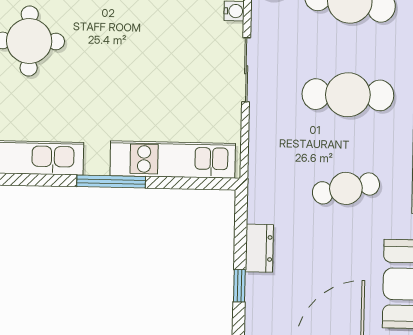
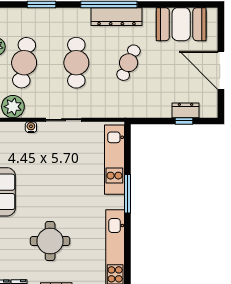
cafe table: (346, 188) -> (129, 63), turned 36
dresser: (259, 248) -> (186, 110), moved

